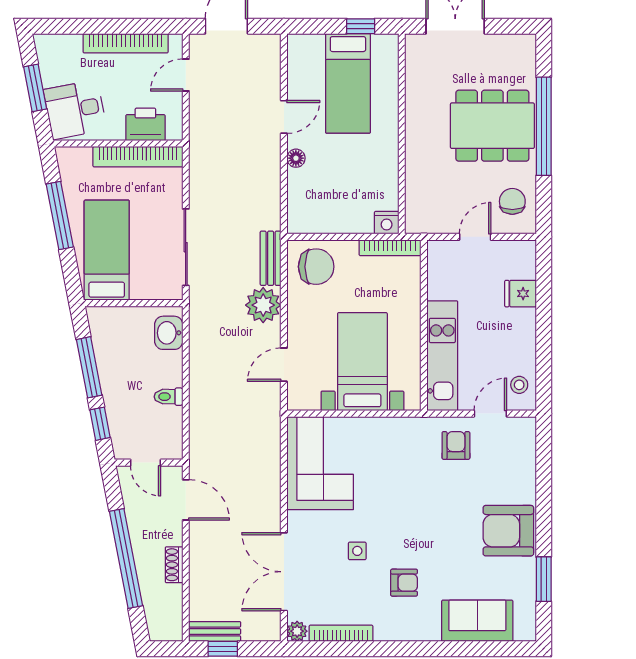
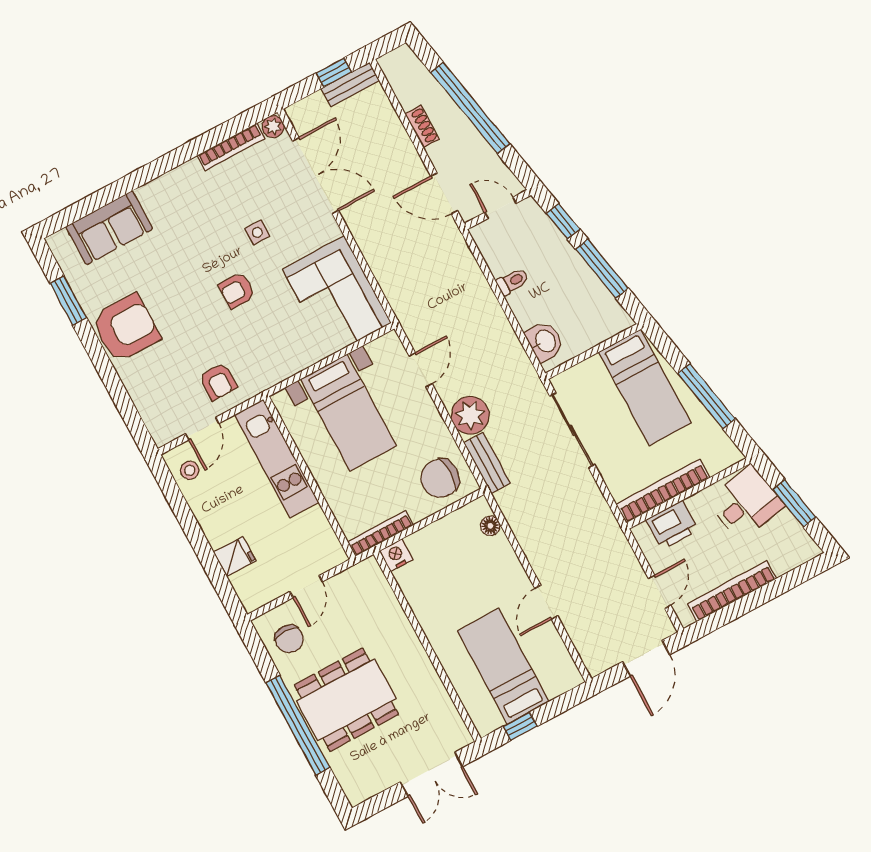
floor lamp: (296, 158) -> (490, 526), moved
armchair: (404, 583) -> (237, 290), moved

